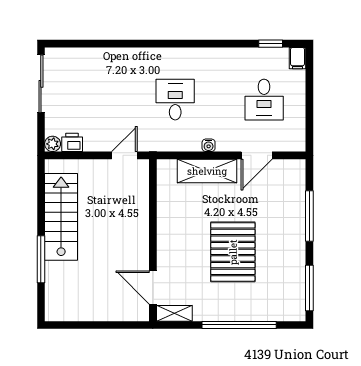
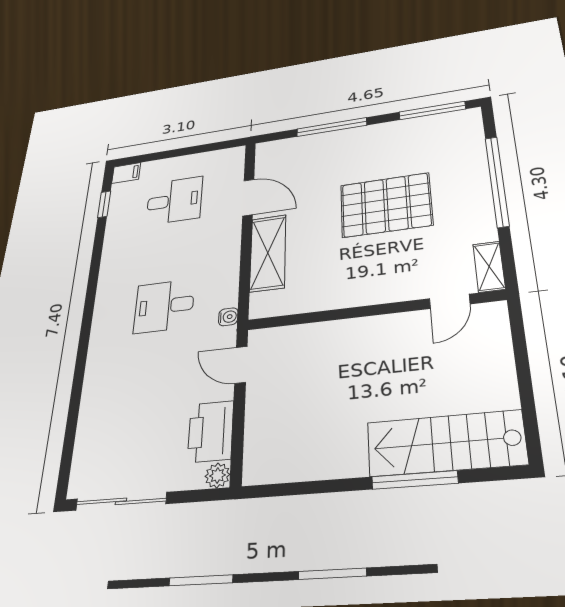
printer: (72, 142) -> (211, 431), width x1.87, depth x1.48
water cooler: (209, 145) -> (228, 317), moved
stairs: (61, 217) -> (446, 443), moved
door: (153, 288) -> (450, 301), width x0.73

